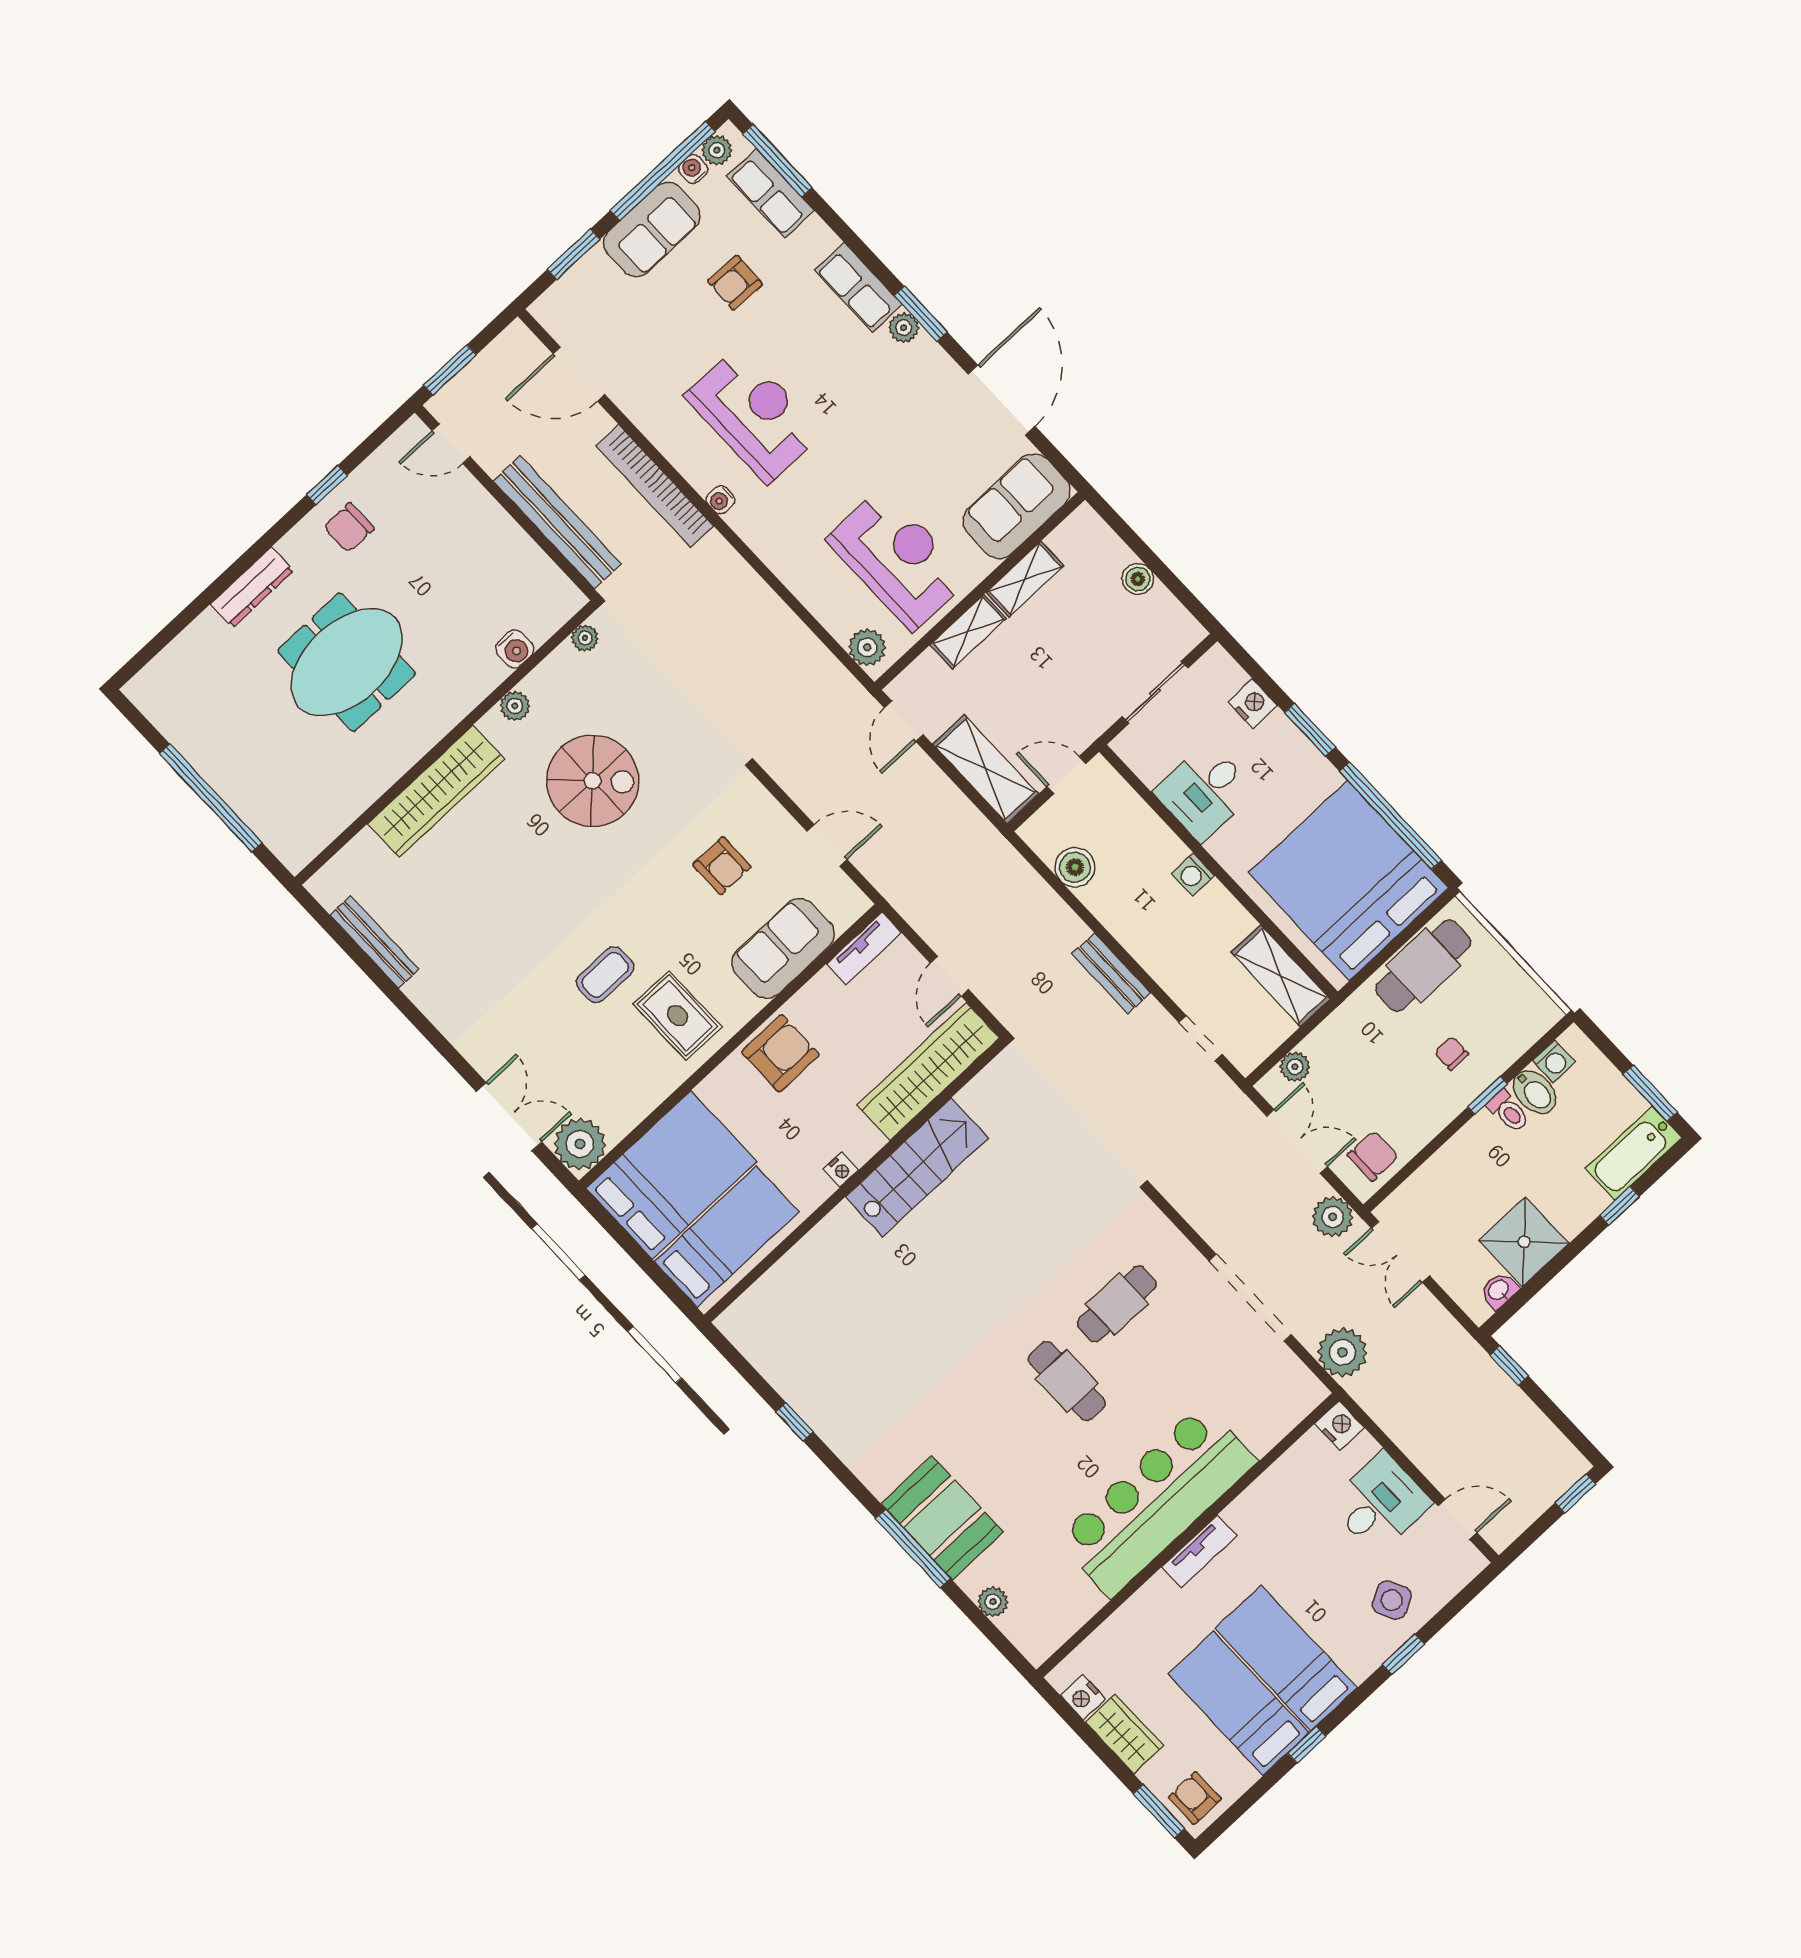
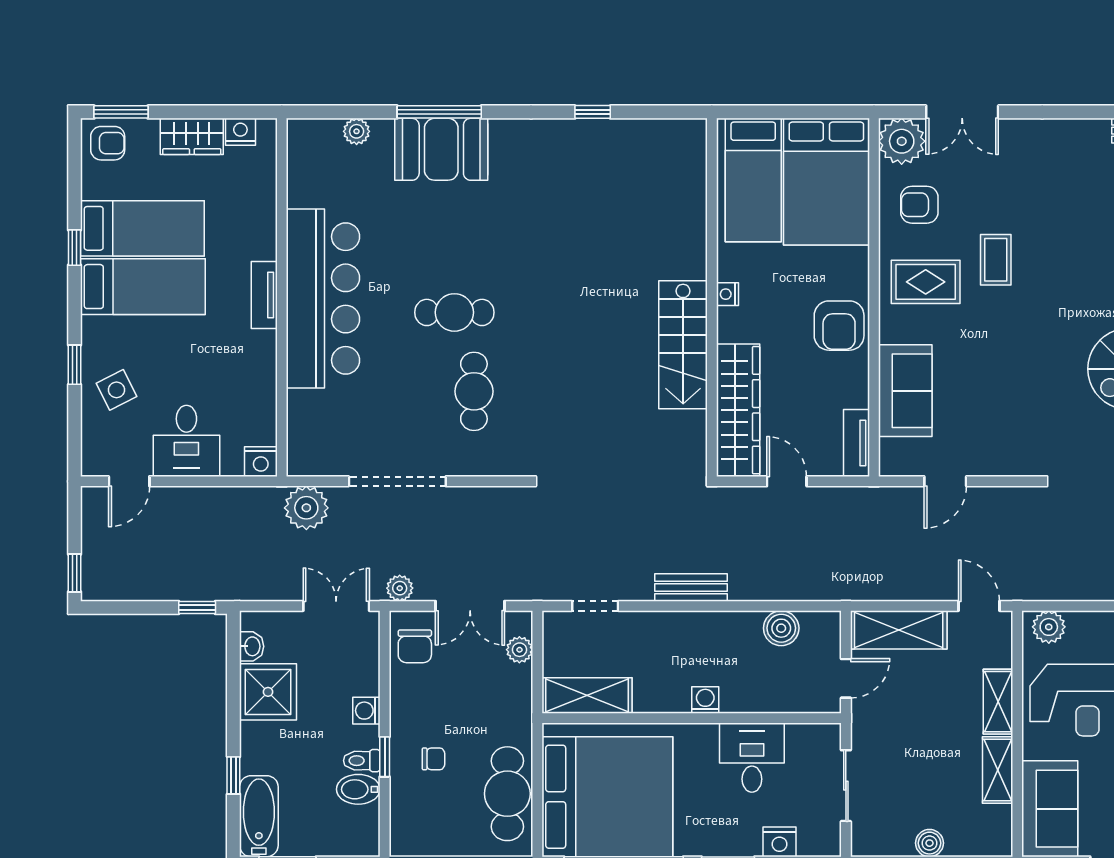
armchair: (722, 866) -> (919, 205), moved
washing machine: (1554, 1061) -> (366, 711), moved
plant: (1333, 1217) -> (400, 588), width x0.73, depth x0.73

